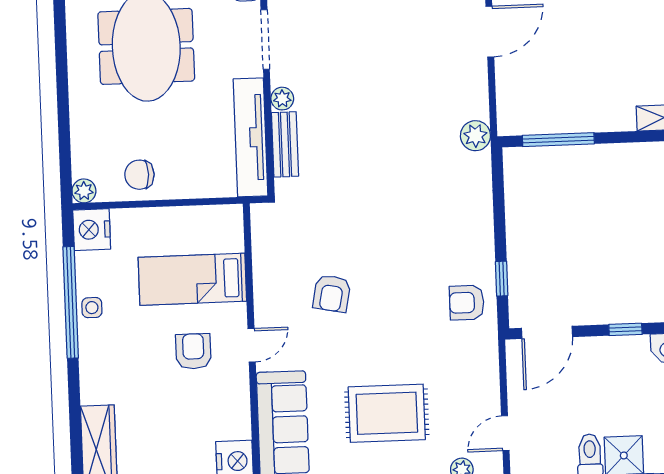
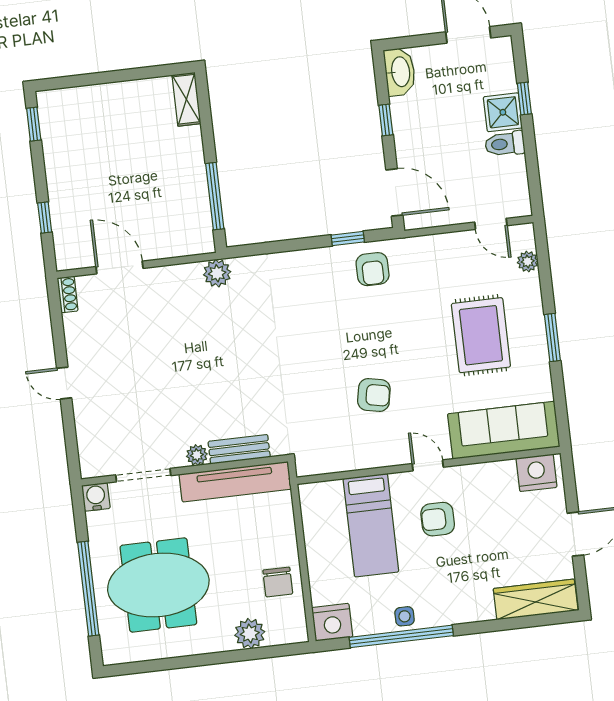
plant: (84, 191) -> (250, 634), moved, width x1.38, depth x1.38

